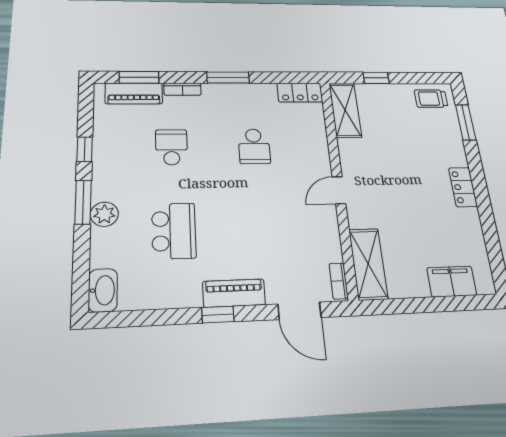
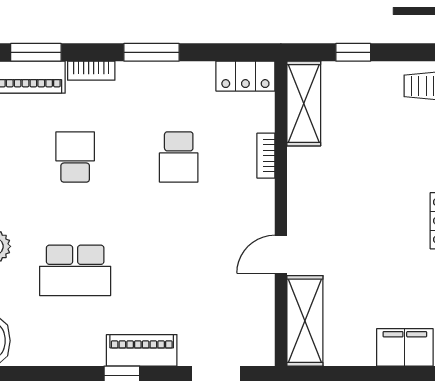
door: (339, 190) -> (281, 254), moved
school desk: (174, 231) -> (75, 270), turned 90
bookcase: (339, 281) -> (266, 156), moved

